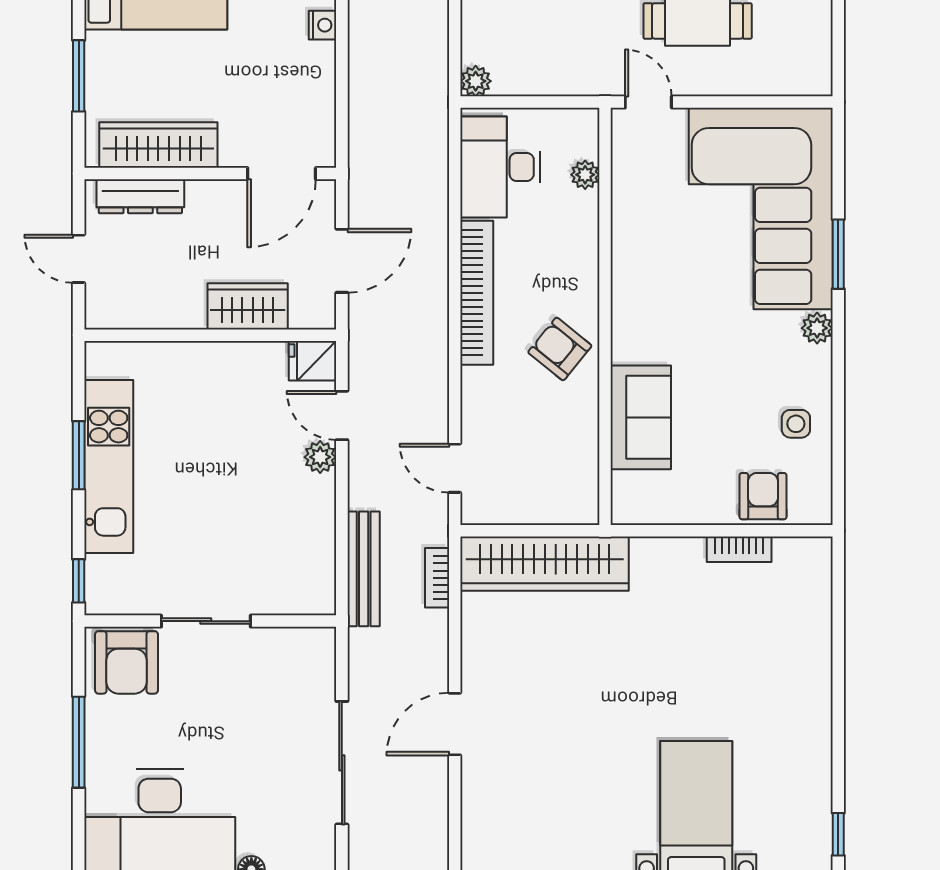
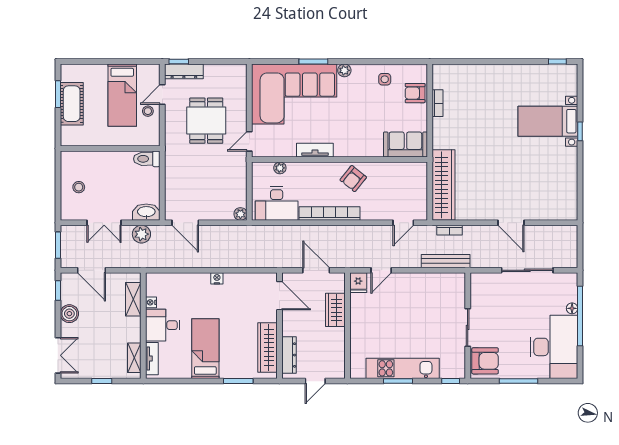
tv unit: (627, 258) -> (315, 150), added
sofa: (641, 417) -> (405, 144), moved
plant: (320, 457) -> (399, 279), removed

